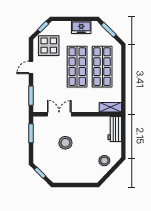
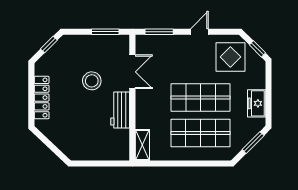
door: (31, 67) -> (199, 32), hinge flipped
workbench: (115, 129) -> (120, 110), moved, turned -90
stool: (104, 161) -> (66, 136), removed
locker: (77, 178) -> (42, 98), added

